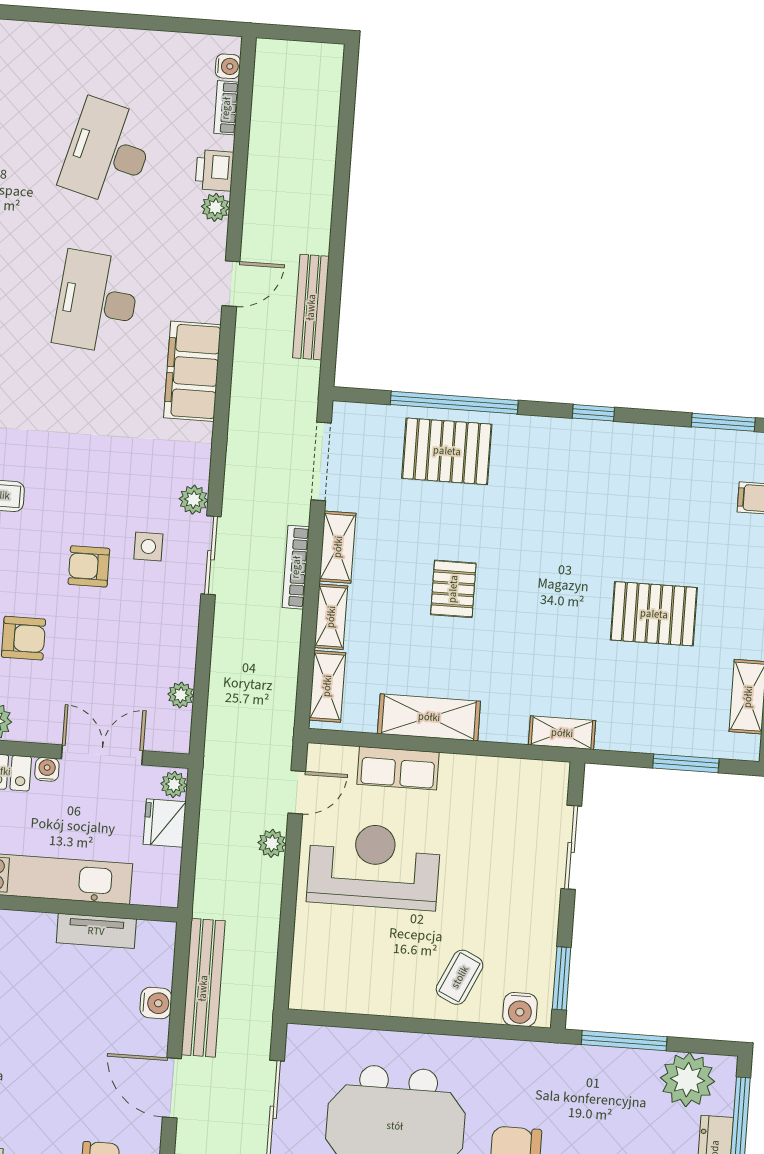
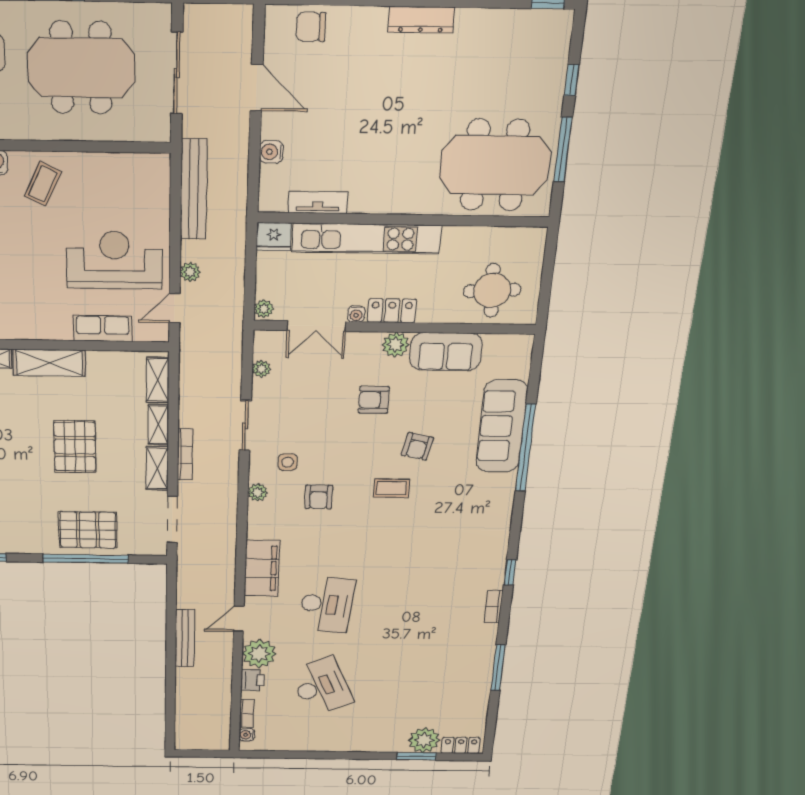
desk: (108, 152) -> (321, 686), turned -39
plant: (215, 207) -> (259, 654), width x1.88, depth x1.88
bench: (311, 307) -> (185, 638), moved
sliding door: (211, 555) -> (245, 426), moved
armchair: (89, 566) -> (319, 497), moved, turned 90
pallet: (453, 589) -> (75, 447), width x1.50, depth x1.42
shelving: (429, 717) -> (49, 363), moved
fridge: (165, 823) -> (274, 237), moved, turned 90
reception desk: (374, 866) -> (114, 260), turned 180
bench: (203, 988) -> (194, 190), moved

